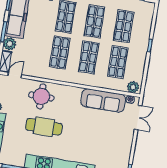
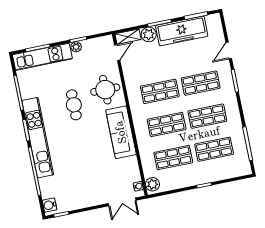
door: (15, 75) -> (117, 53), hinge flipped
sofa: (103, 100) -> (121, 132), moved
cafe table: (44, 127) -> (74, 105), width x0.73, depth x0.74

